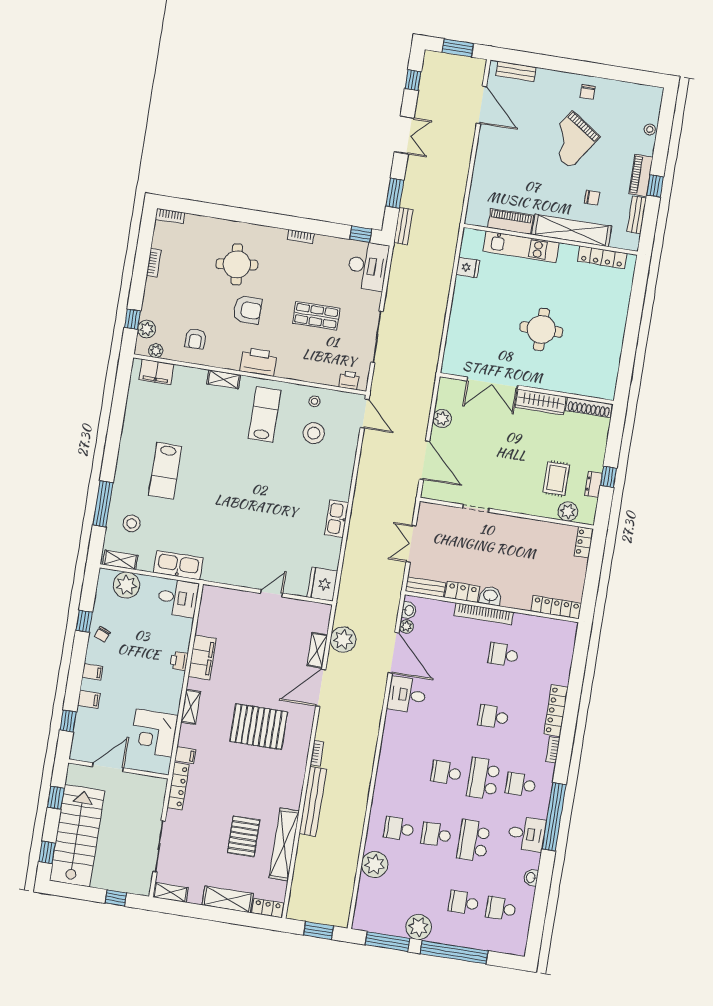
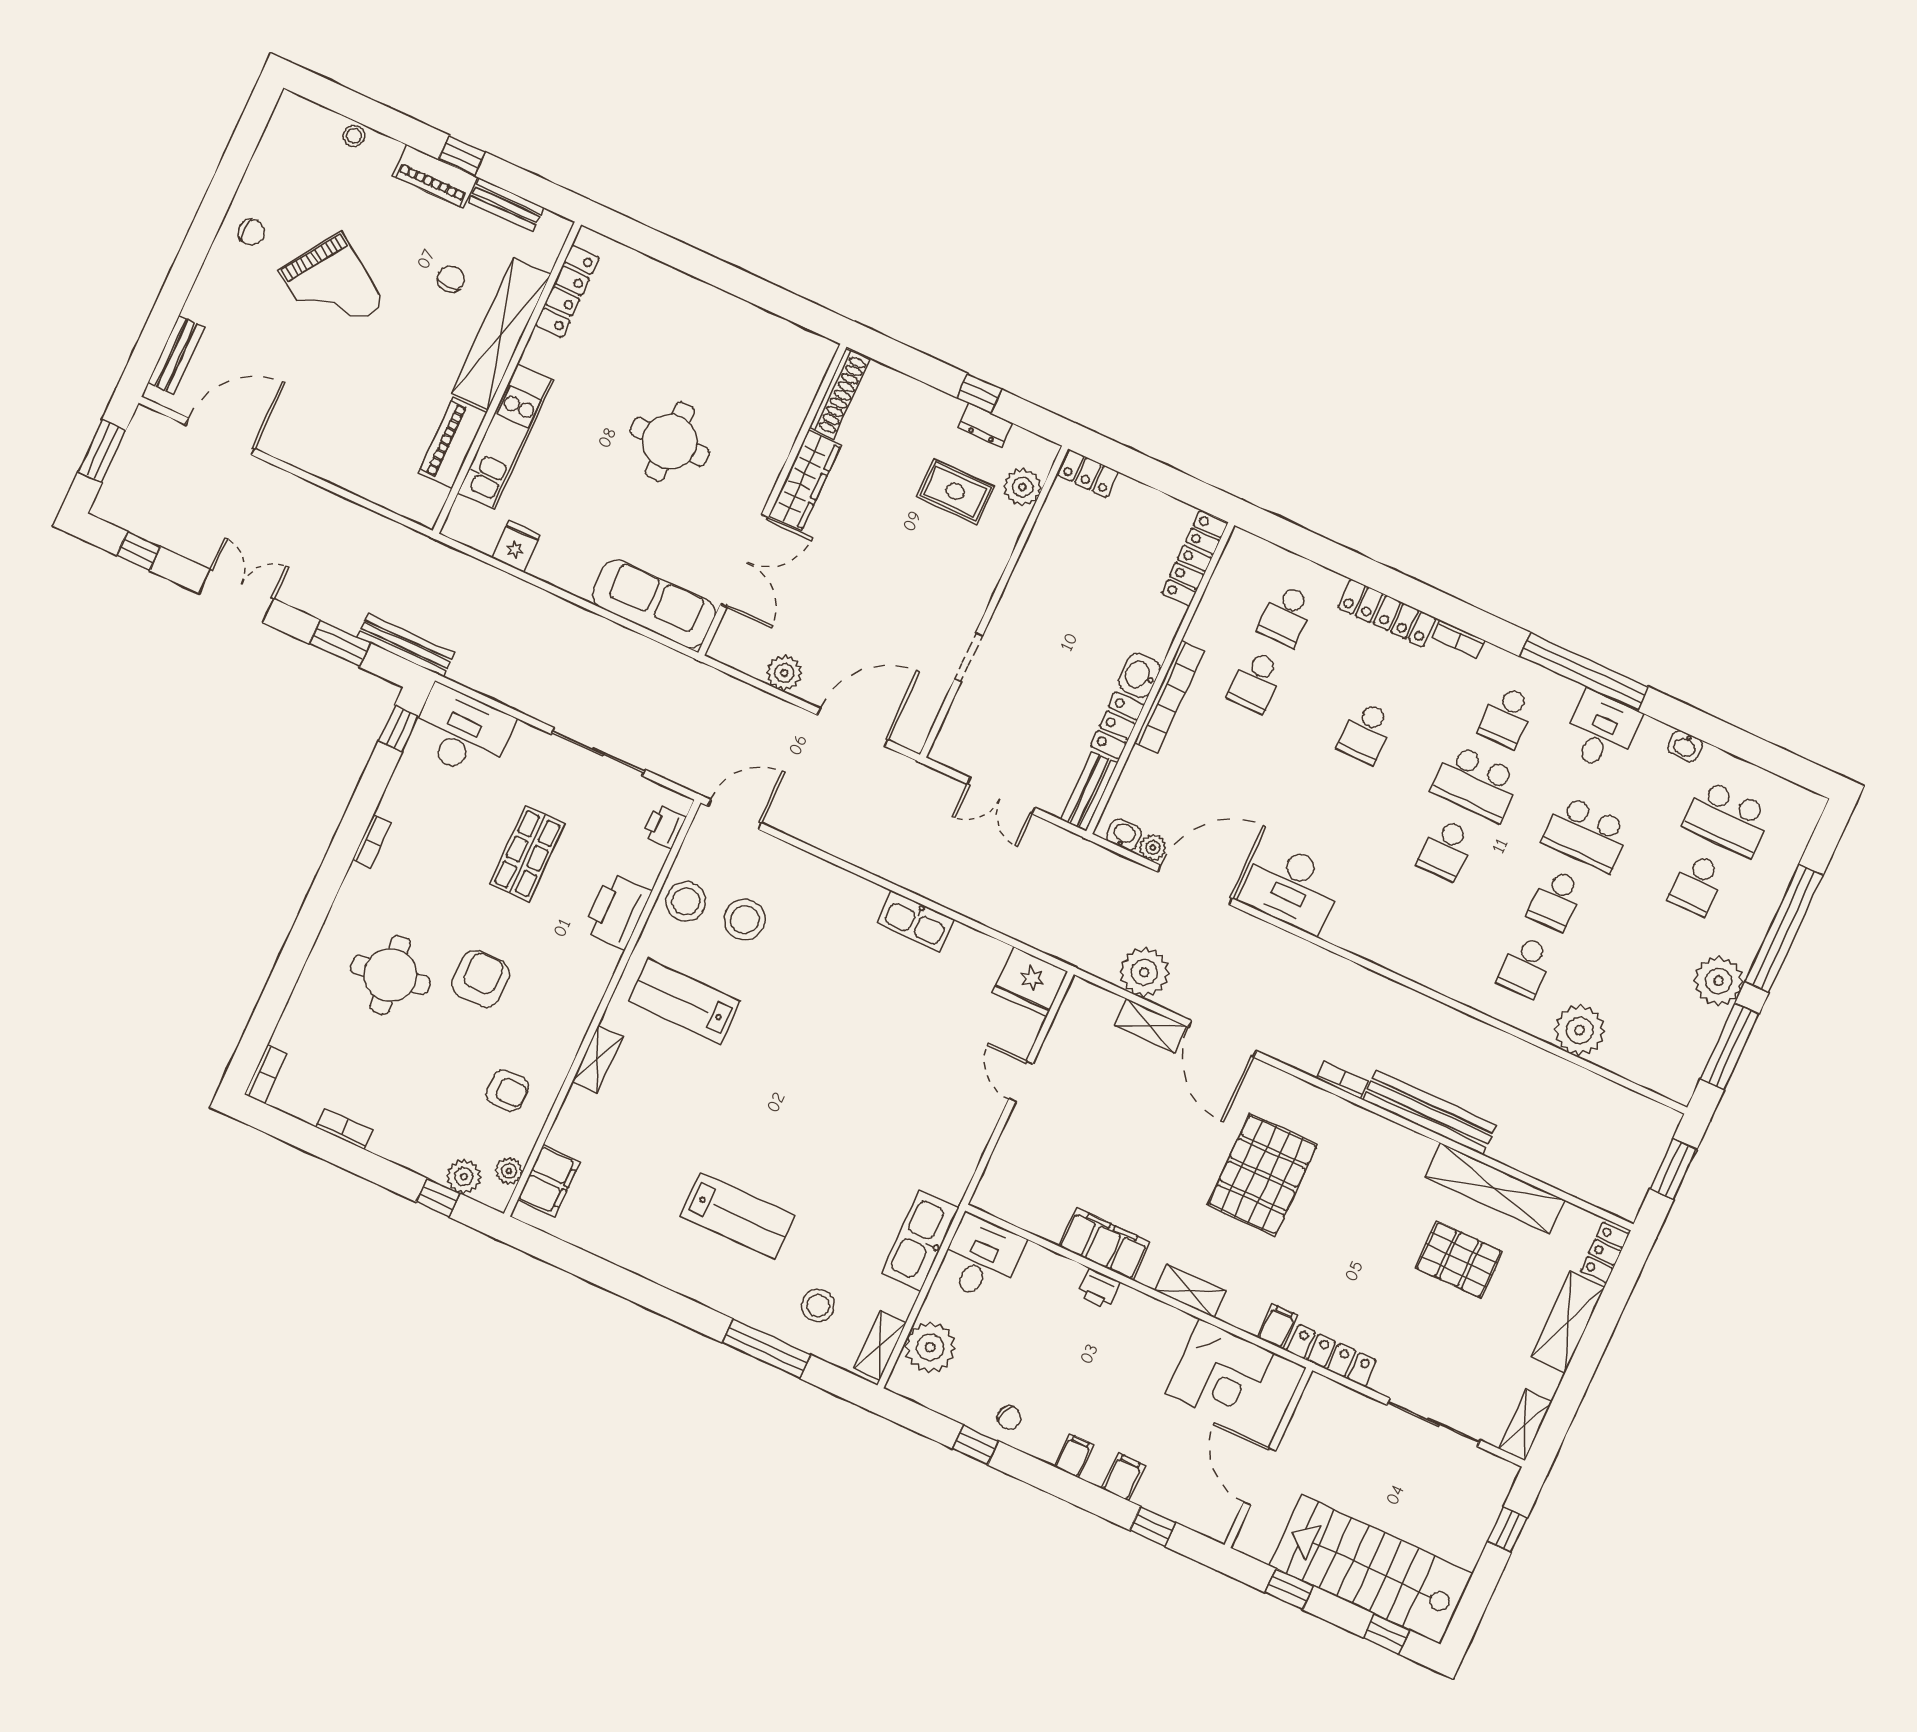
bench: (403, 226) -> (406, 645), width x1.36
sofa: (458, 344) -> (654, 604), added
printer: (258, 362) -> (617, 912), moved
stool: (315, 401) -> (686, 901), width x1.89, depth x1.89
school desk: (541, 661) -> (1286, 615), added
desk: (407, 695) -> (1291, 887), width x1.37
school desk: (501, 909) -> (1727, 818), width x1.85

